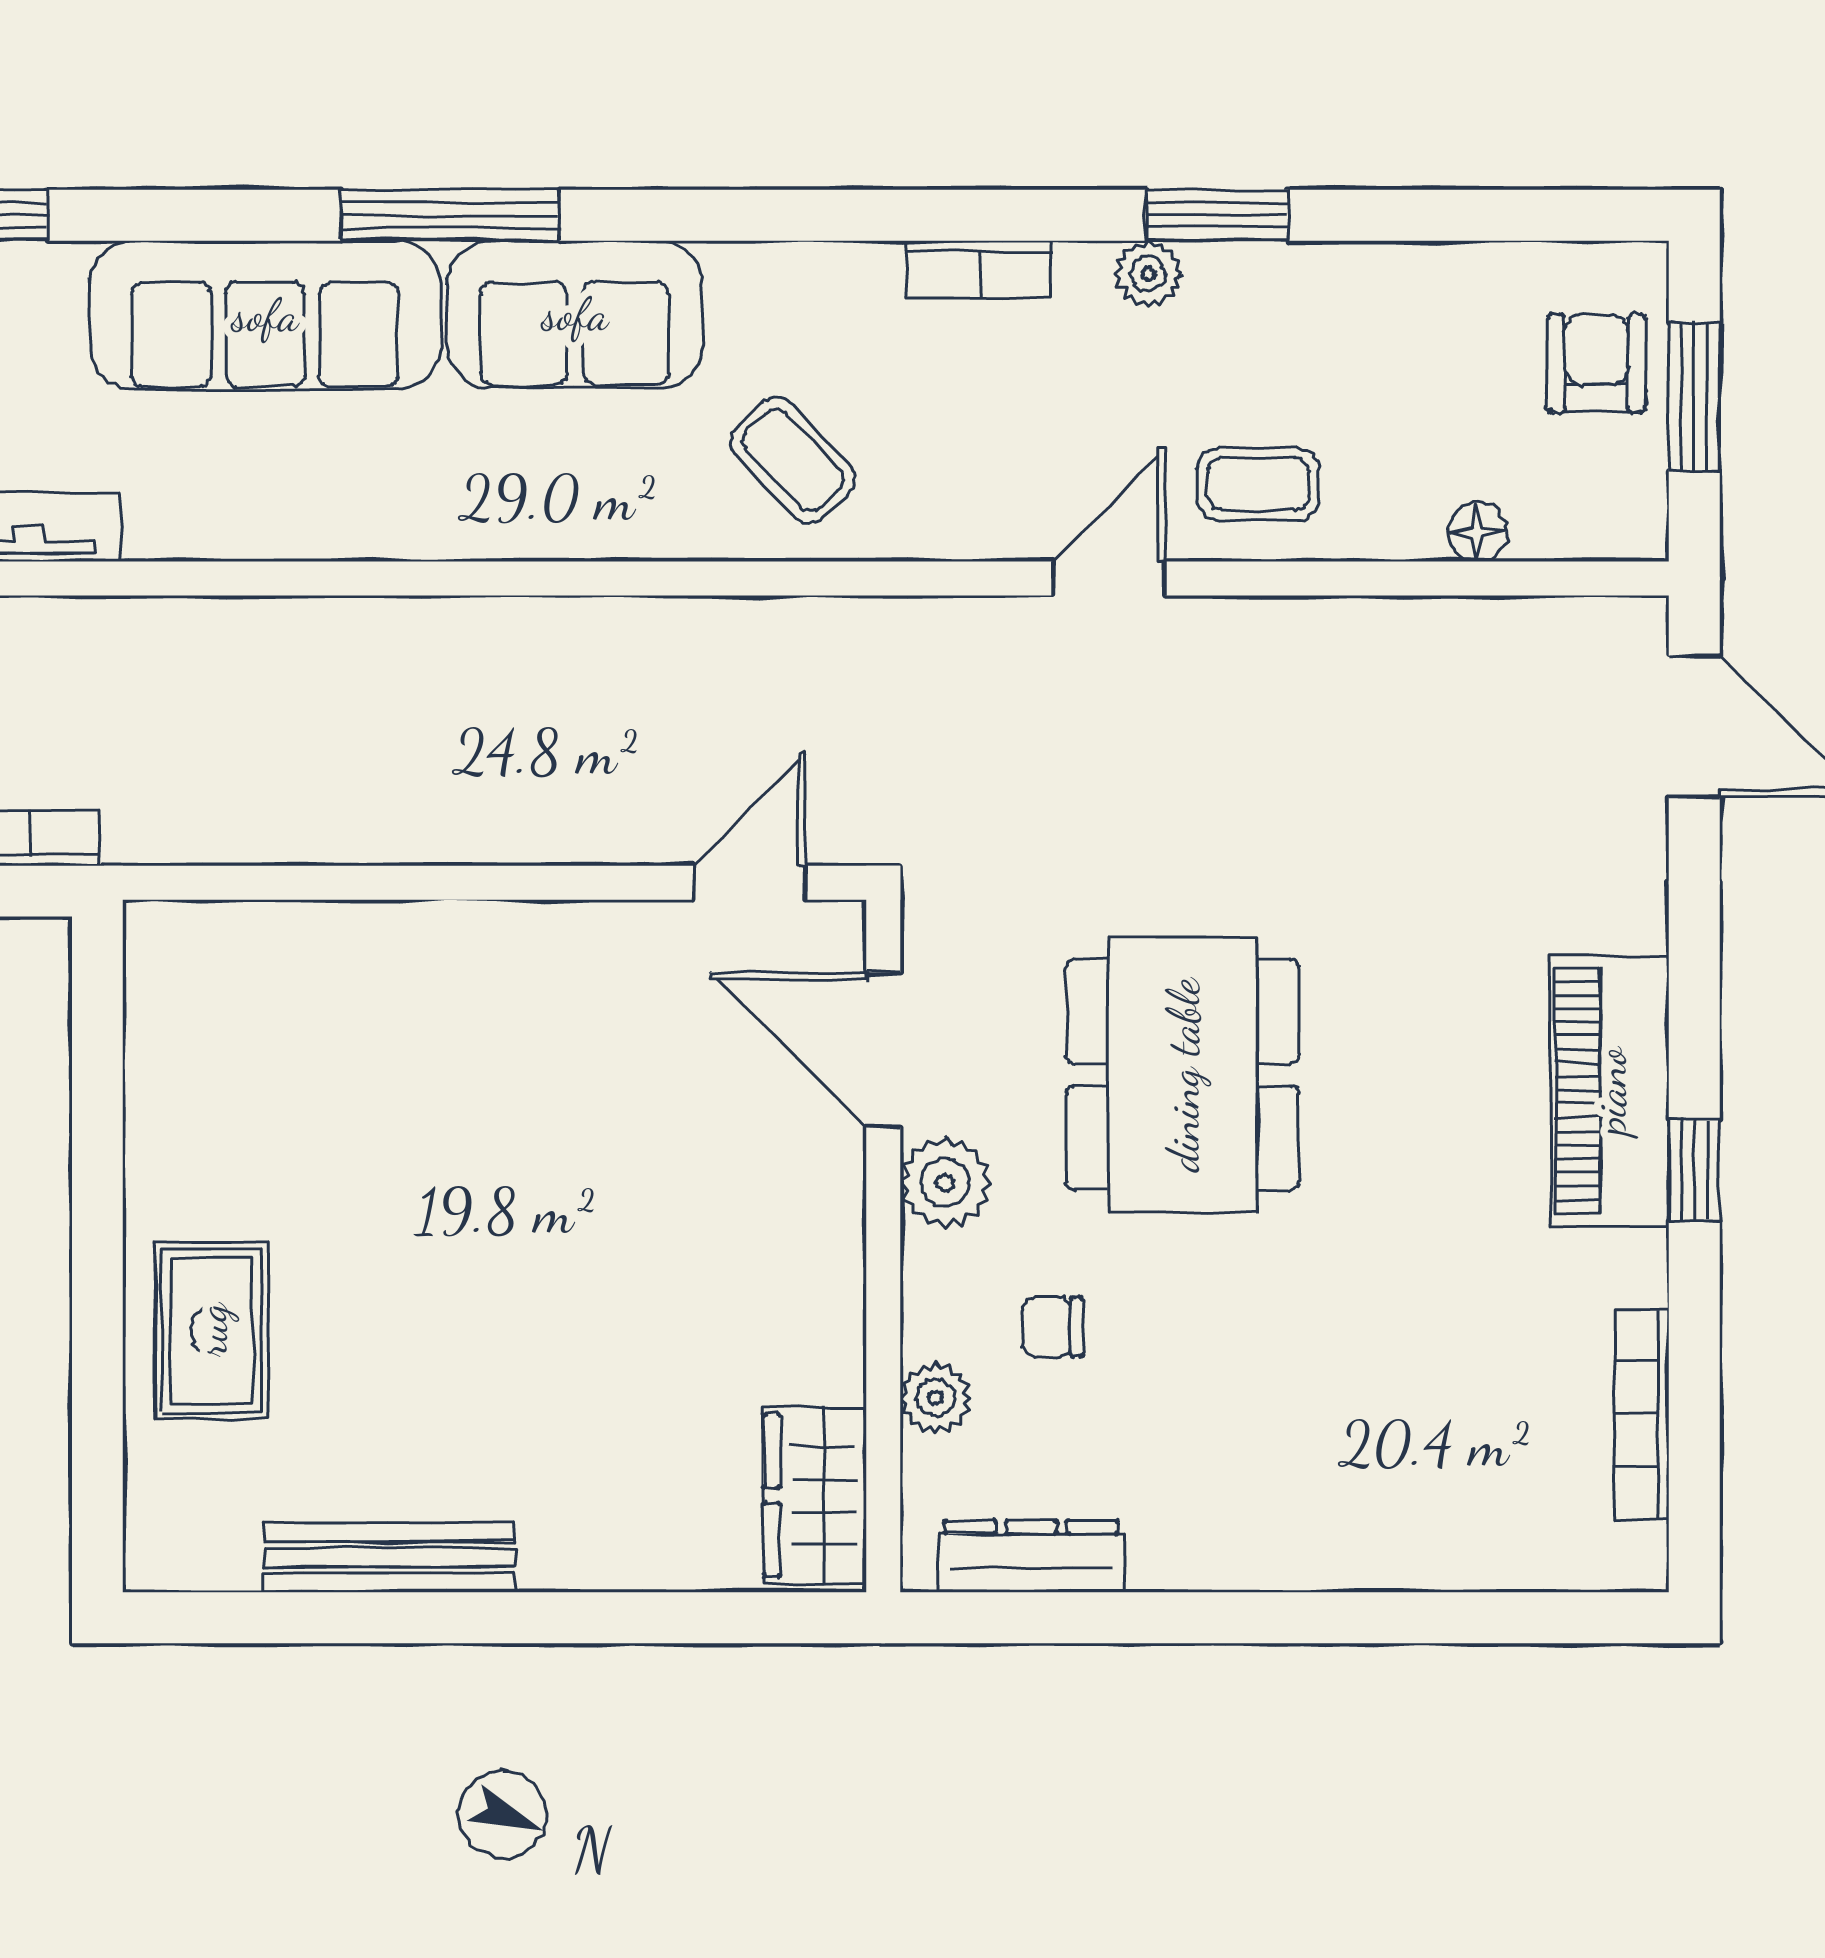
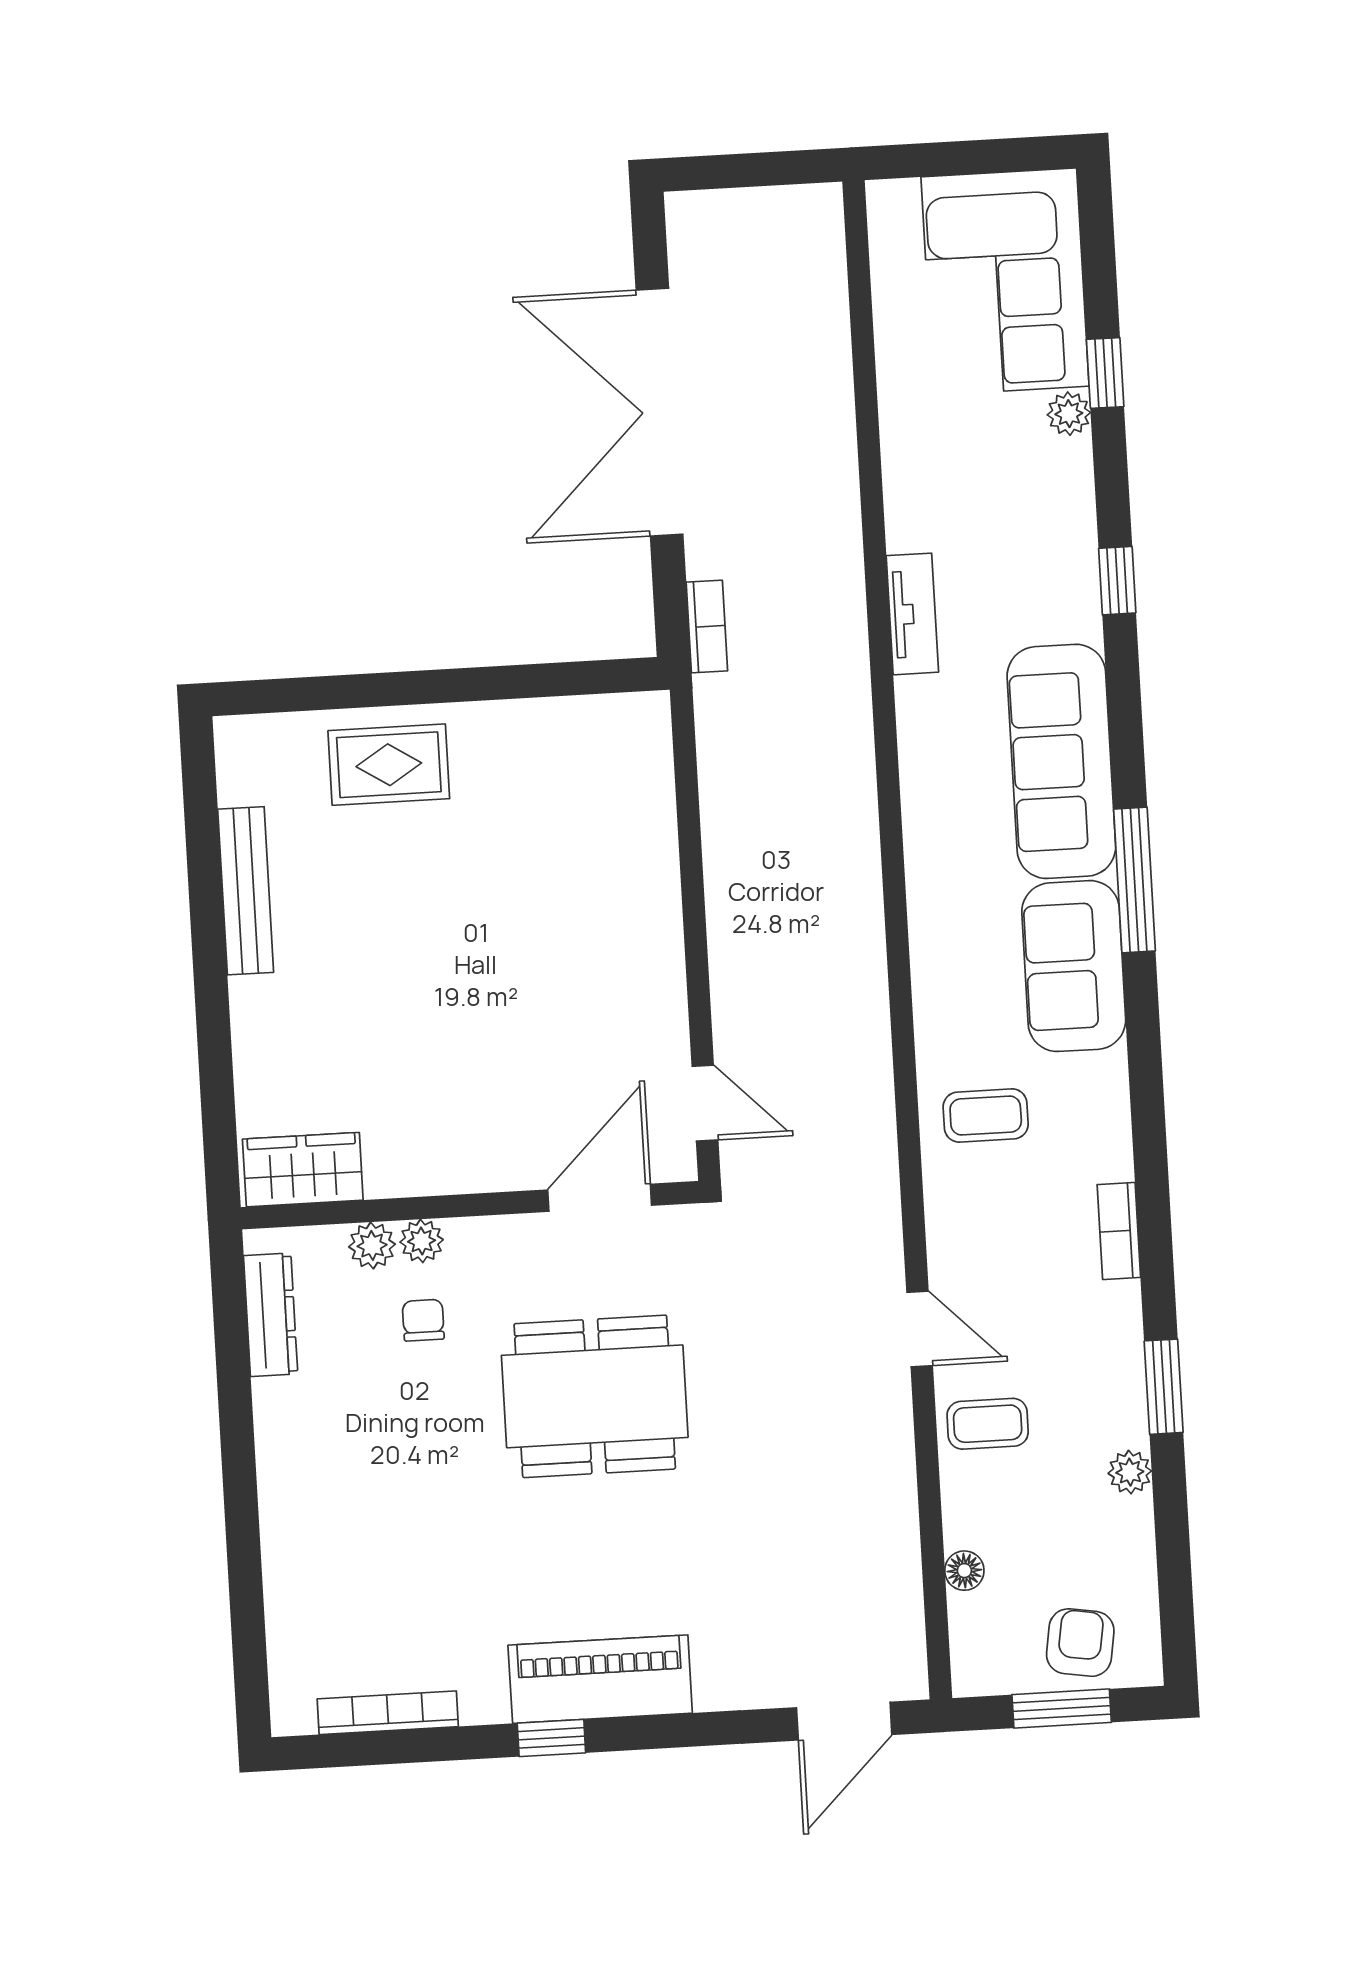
plant: (1149, 274) -> (1130, 1472), moved
armchair: (1596, 363) -> (1080, 1643), turned -81
coffee table: (793, 460) -> (986, 1116), turned 43
coffee table: (1258, 484) -> (988, 1424), turned 90
plant: (945, 1183) -> (422, 1241), moved, width x0.73, depth x0.73

